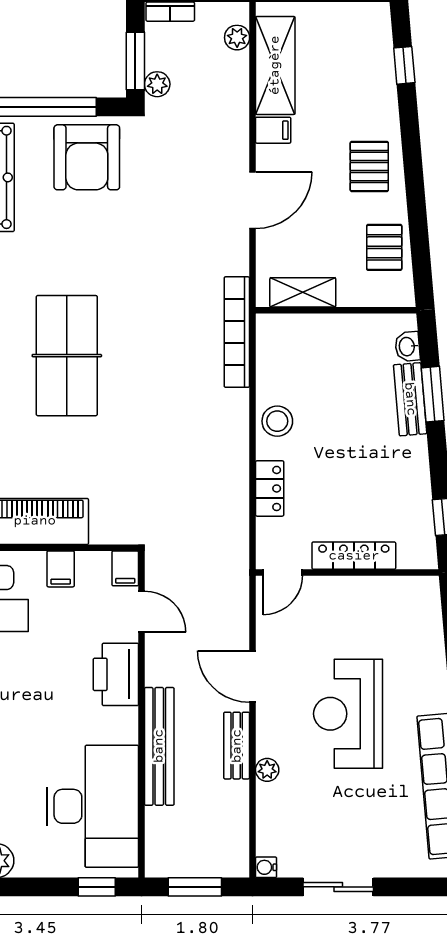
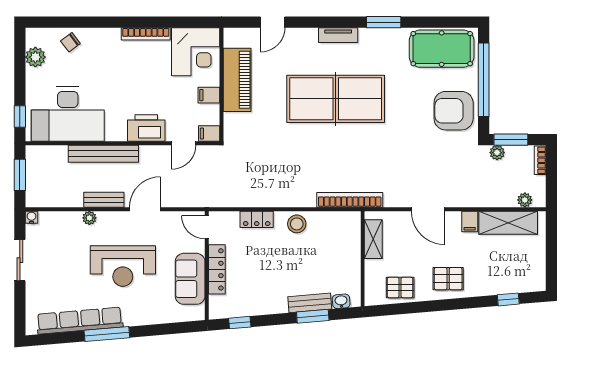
table tennis table: (67, 356) -> (336, 99), width x1.36, depth x1.32
sofa: (370, 600) -> (190, 279), added
reception desk: (348, 714) -> (123, 266), turned 180

